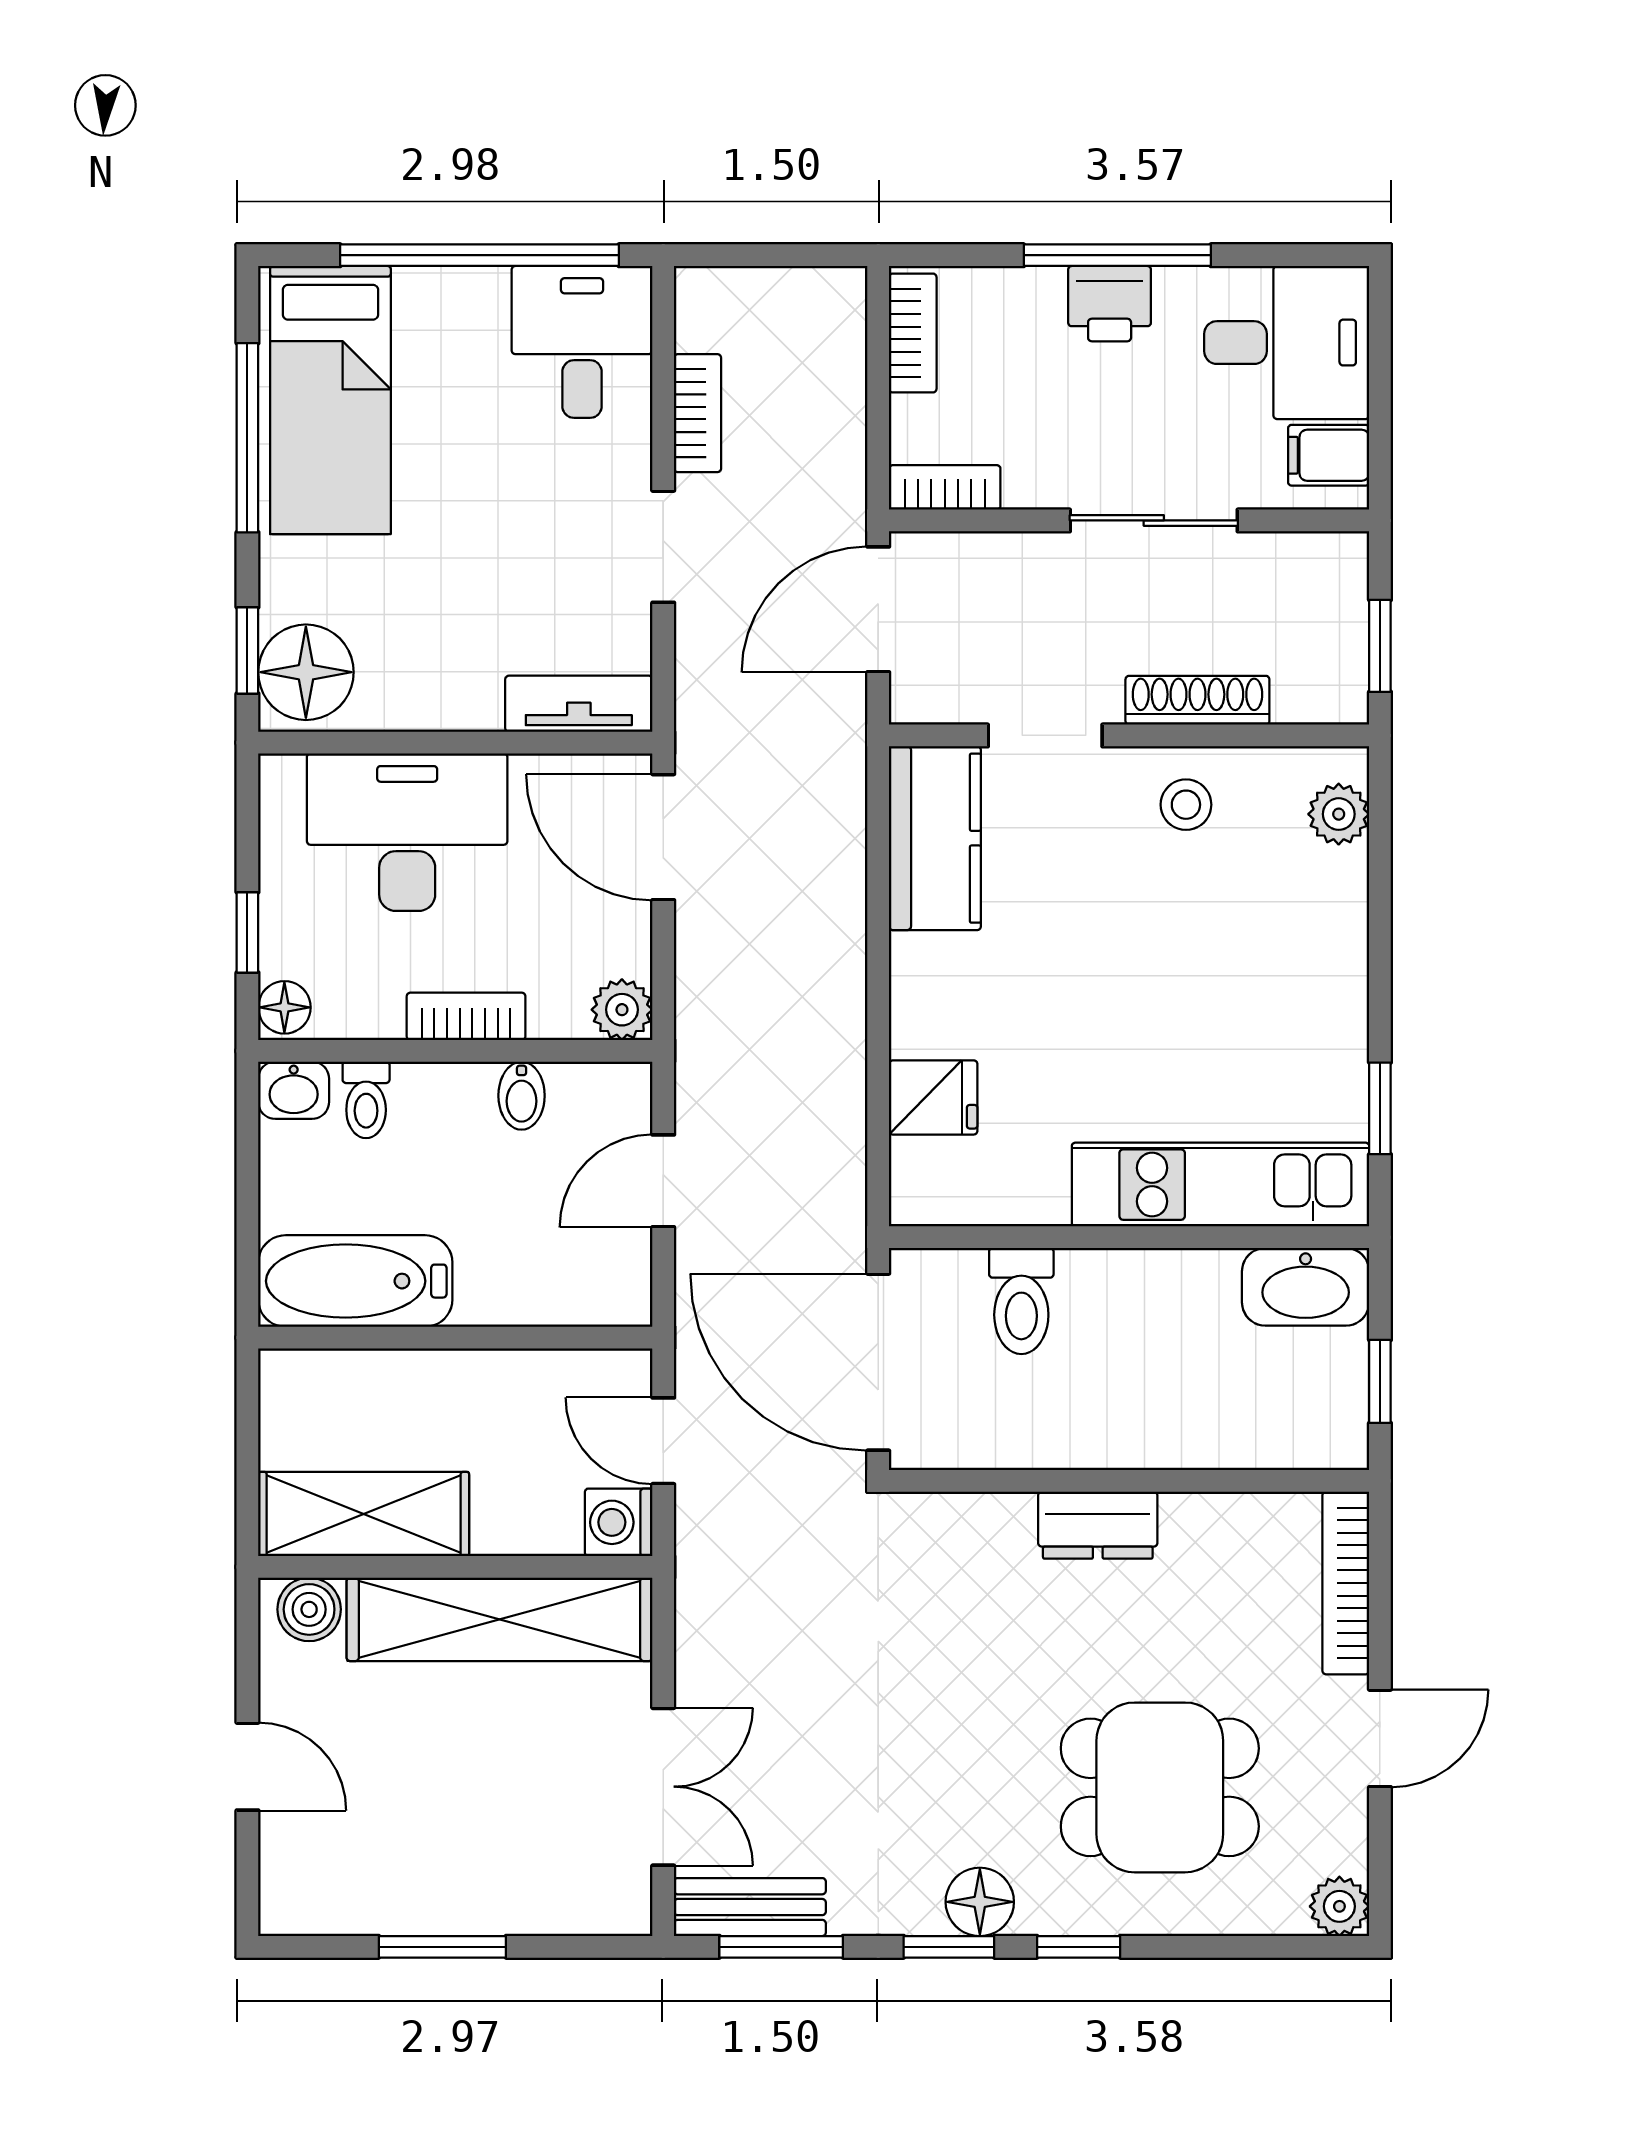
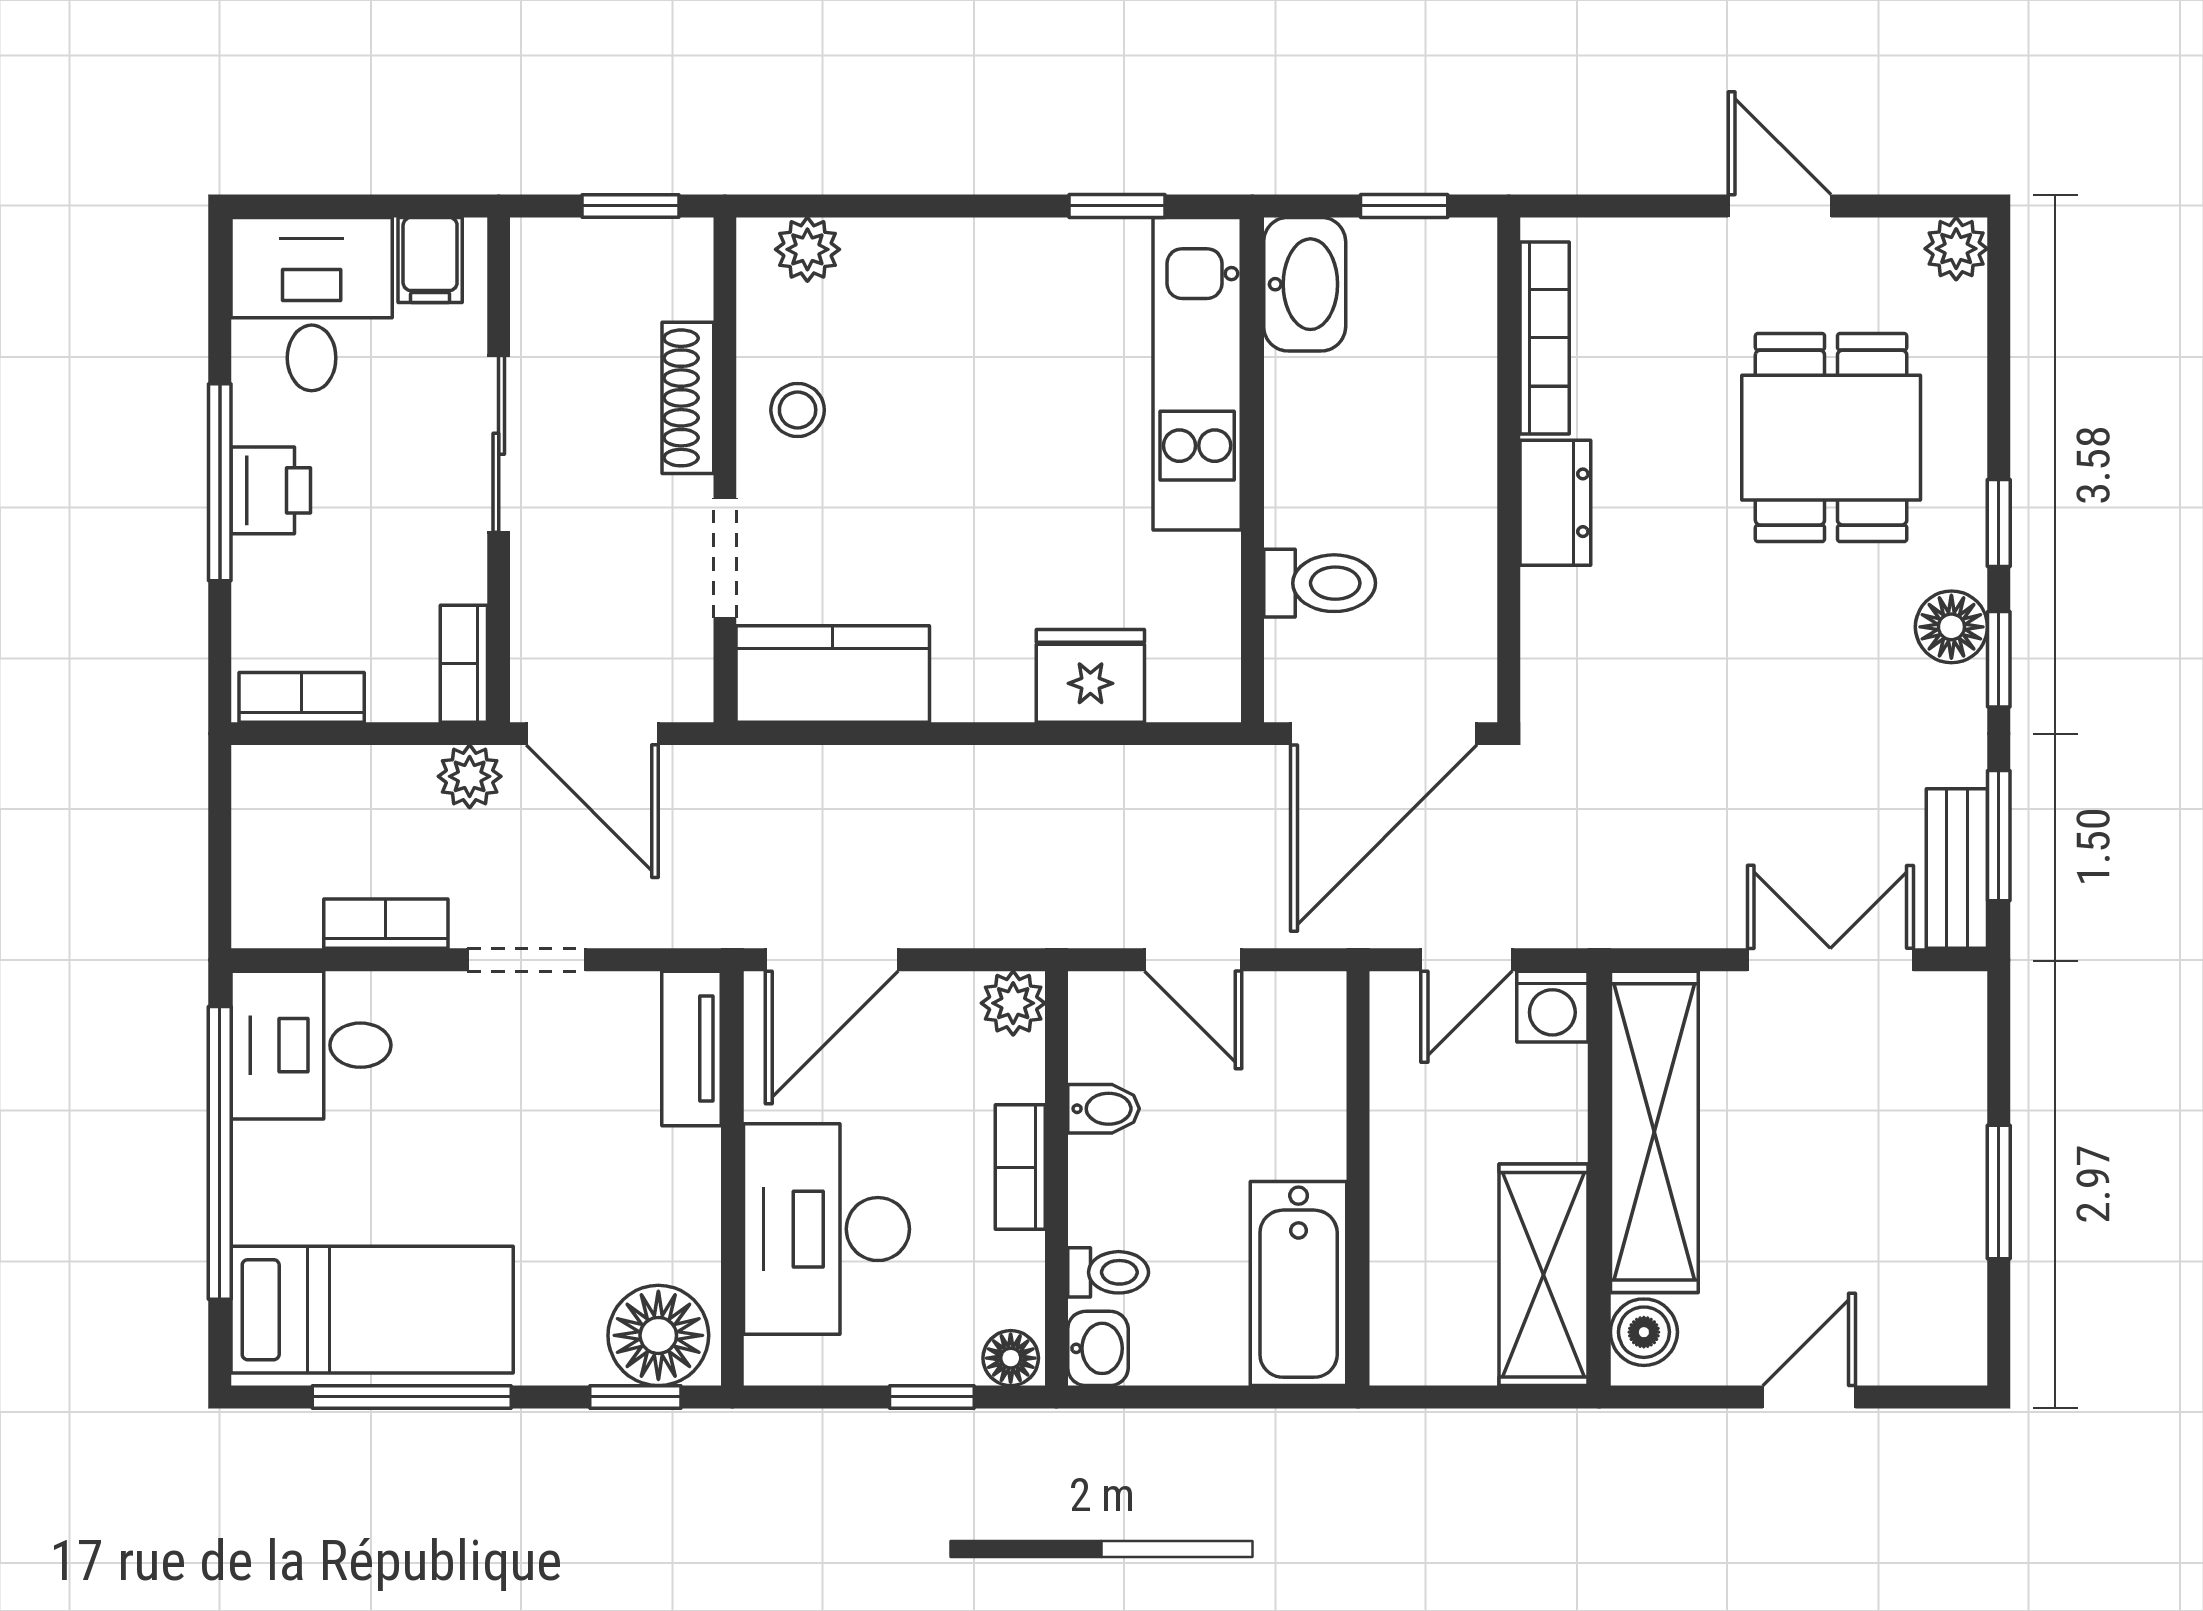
plant: (837, 493) -> (470, 776), added
fridge: (933, 1097) -> (1090, 676), width x1.38
bookcase: (1346, 1583) -> (1545, 338), moved, turned -90

